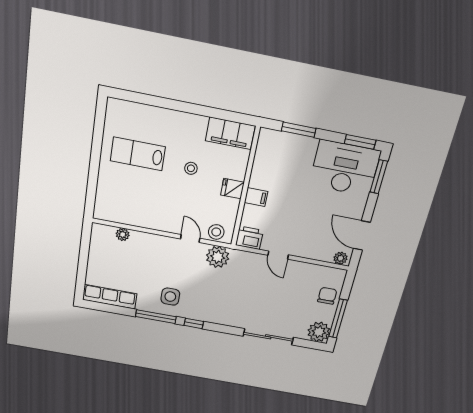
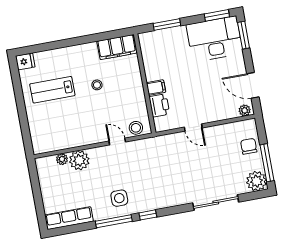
fridge: (232, 189) -> (25, 61), moved, turned 180
printer: (249, 238) -> (159, 105), moved, turned 90
plant: (218, 257) -> (79, 160), moved

